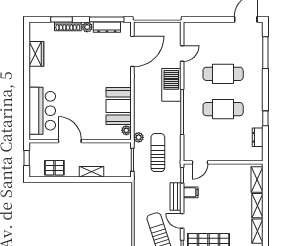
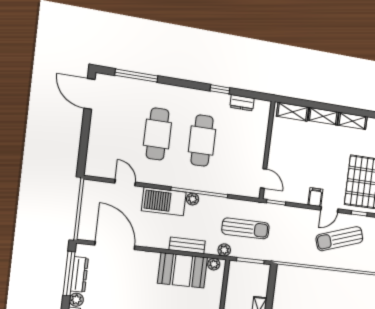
plant: (176, 107) -> (193, 199), added
sun lounger: (158, 153) -> (246, 228), turned 180
filing cabinet: (191, 192) -> (315, 197), moved
bench: (175, 196) -> (187, 245), moved

